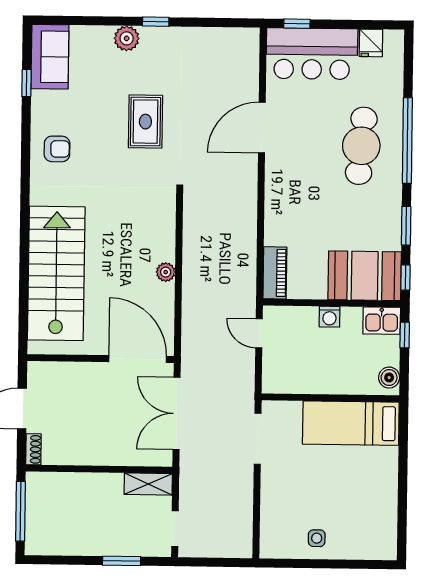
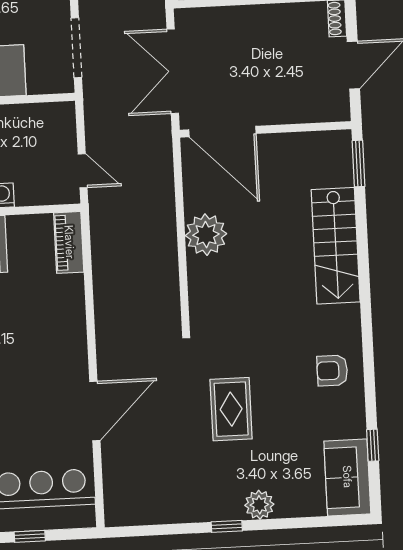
window: (297, 24) -> (30, 536), moved
plant: (166, 272) -> (206, 235), width x1.88, depth x1.88
stairs: (56, 273) -> (336, 246), width x0.73, depth x0.66
window: (23, 324) -> (358, 164), added
double door: (177, 413) -> (173, 71), swing flipped

